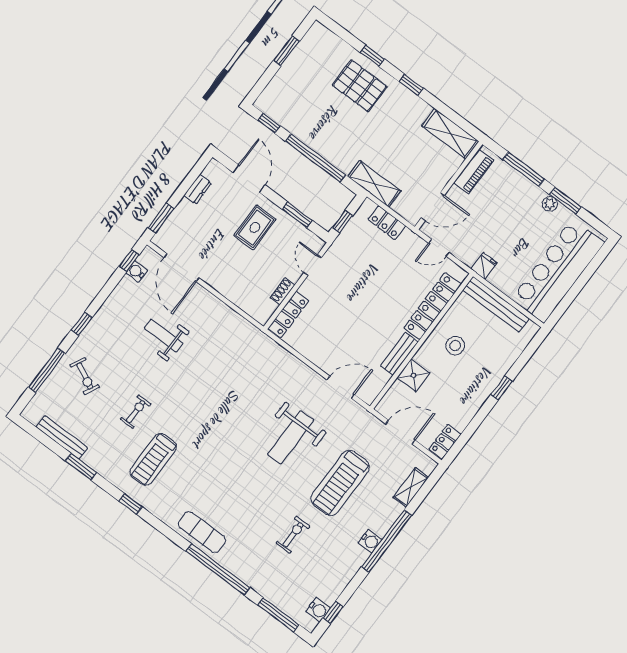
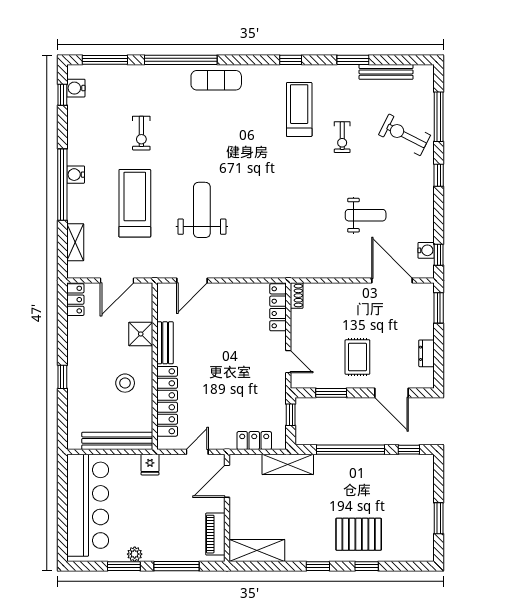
shoe rack: (282, 291) -> (297, 296), moved
exercise bike: (85, 376) -> (405, 135), width x1.38, depth x1.39

